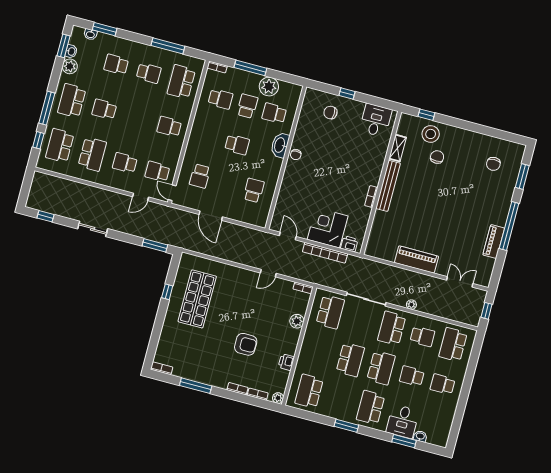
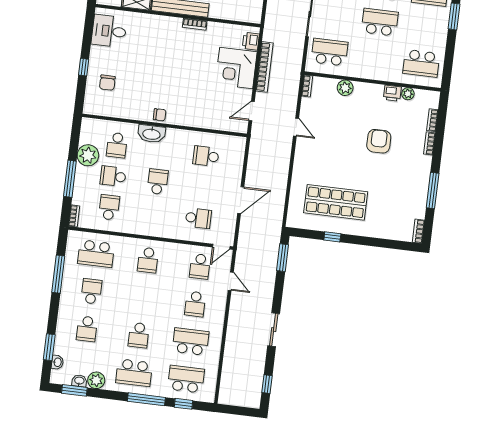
school desk: (60, 146) -> (186, 379), turned 180
plant: (278, 398) -> (408, 94), moved

